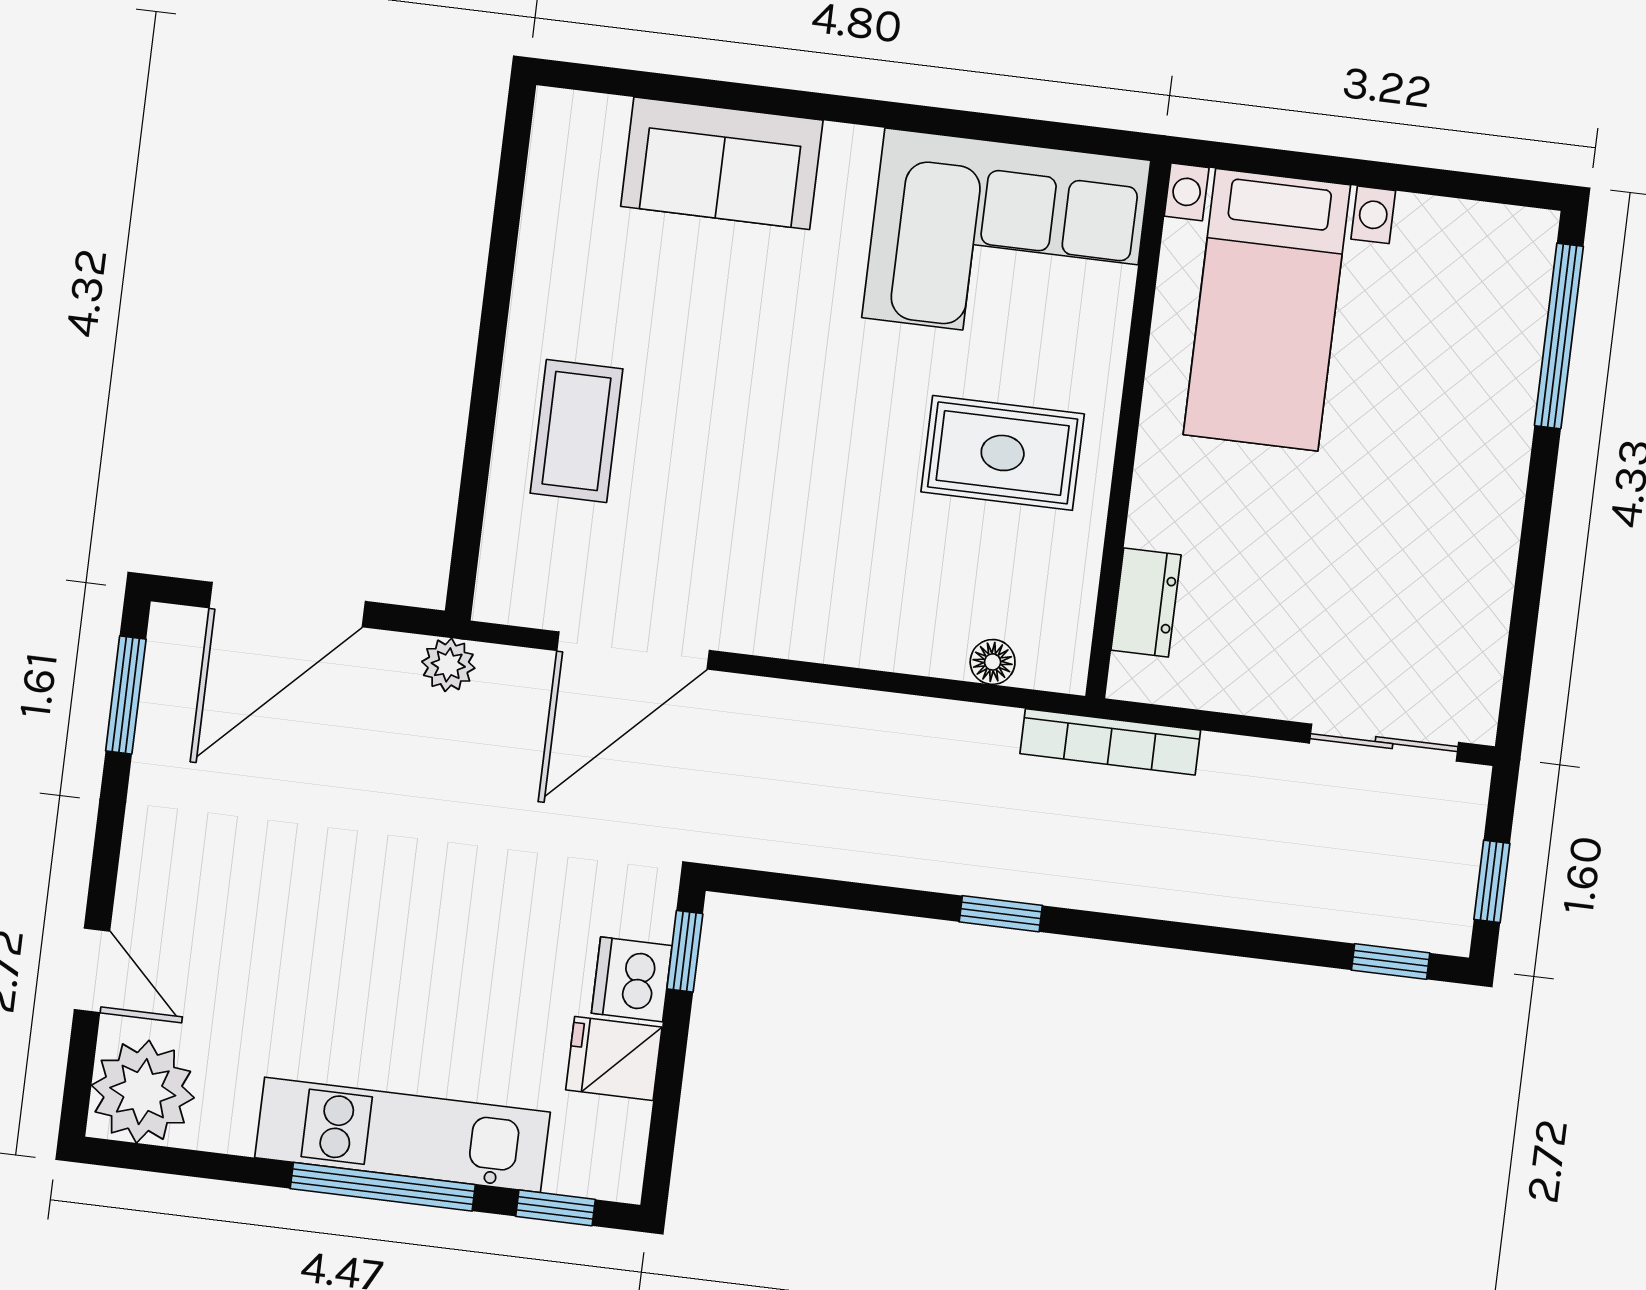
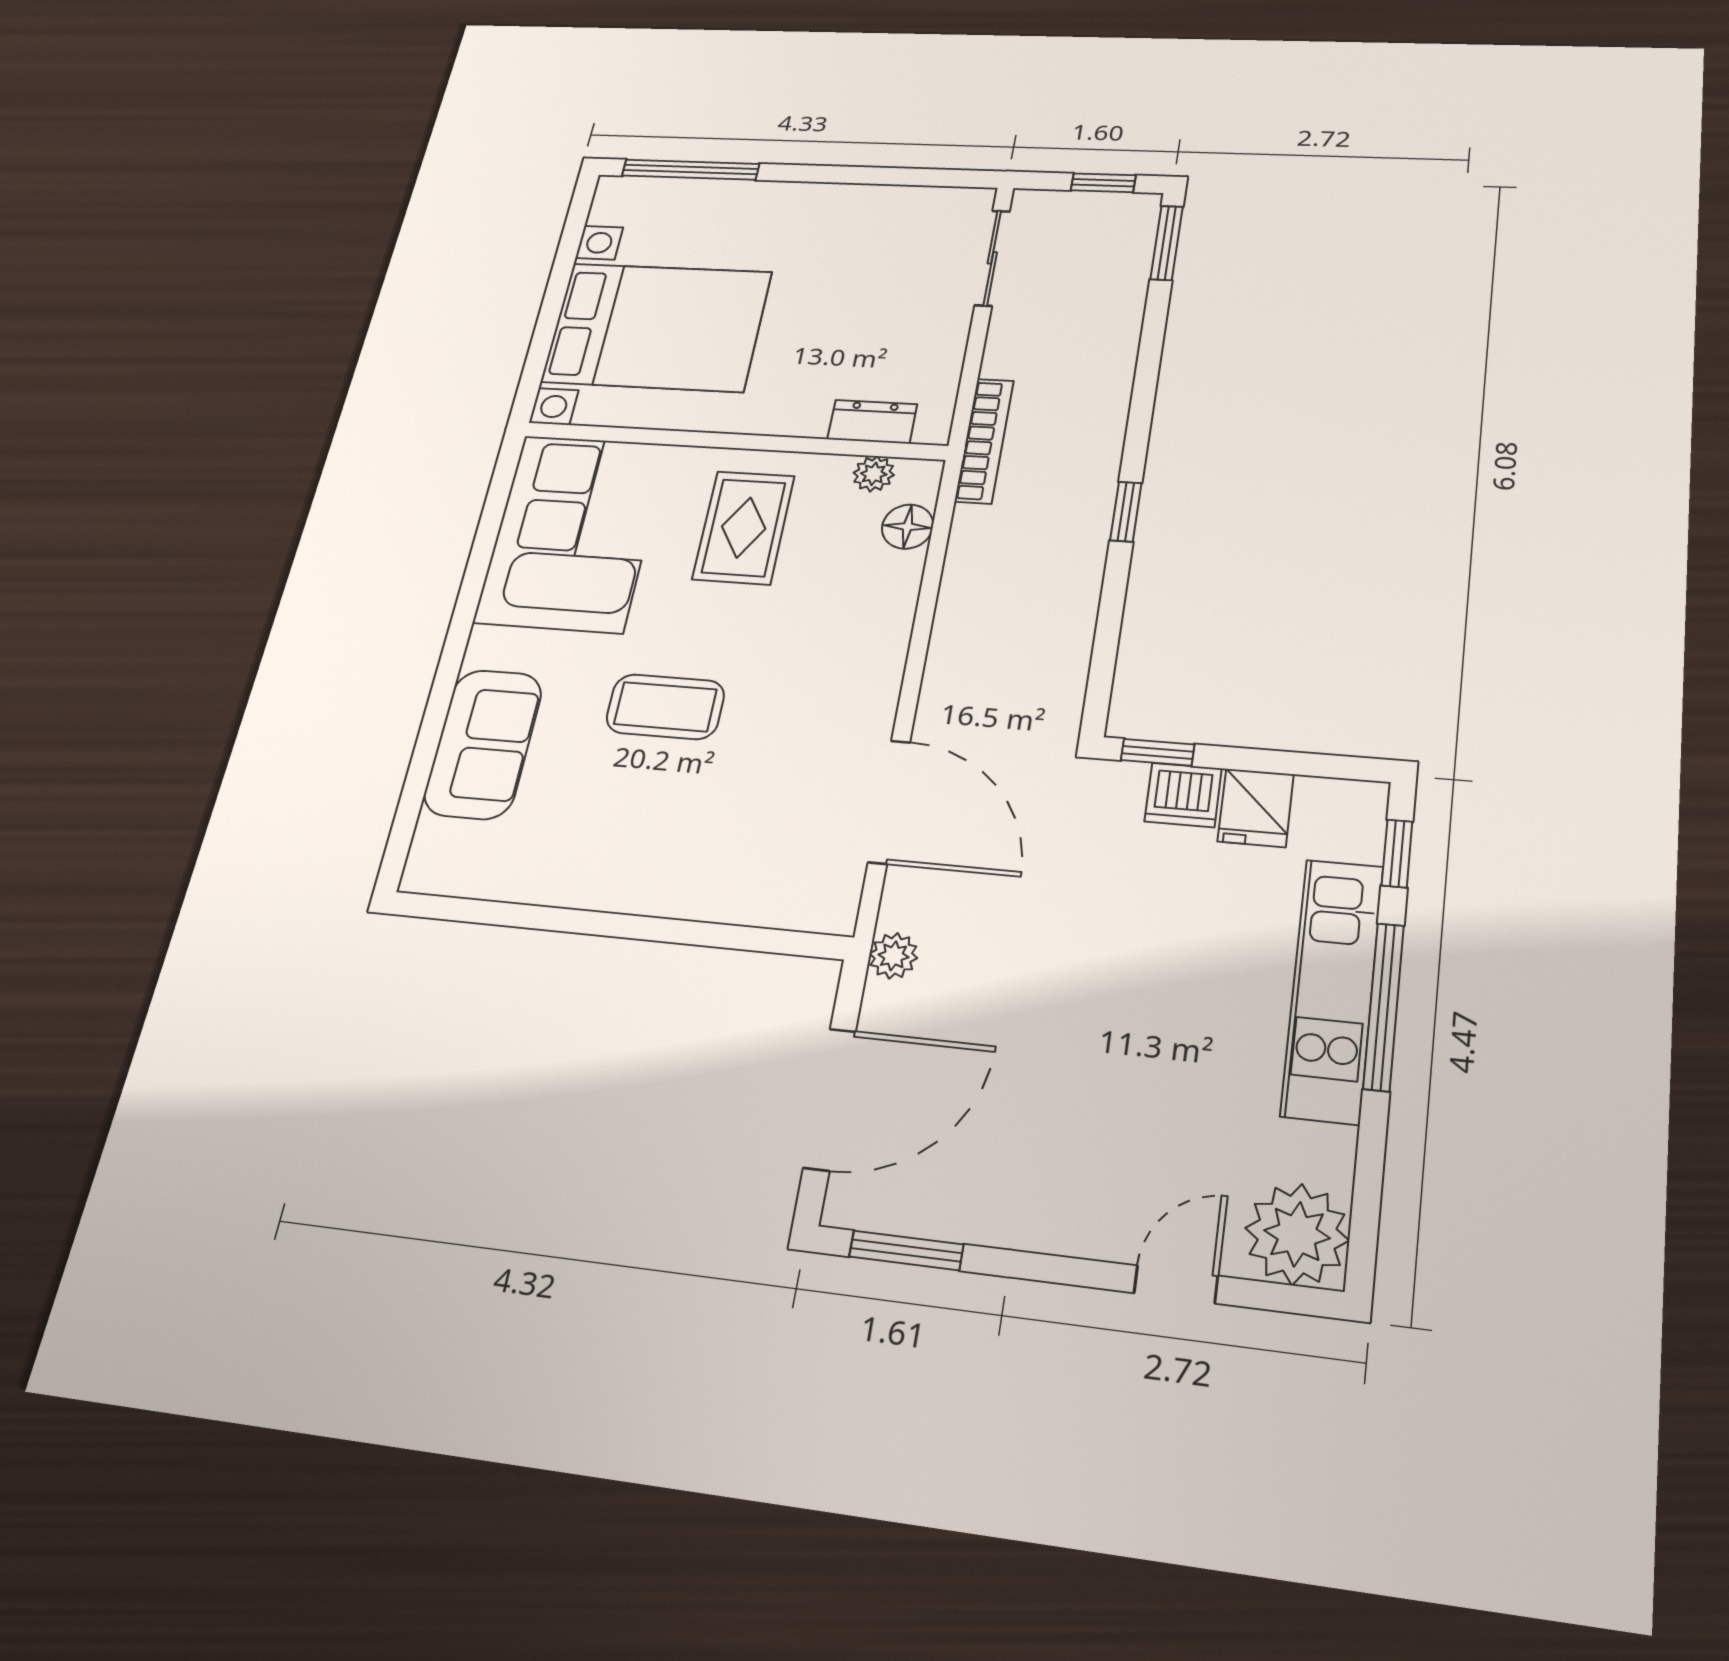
bed with nightstands: (1267, 310) -> (657, 327), width x1.36
coffee table: (577, 431) -> (665, 707), moved
door: (287, 605) -> (830, 1099), hinge flipped
plant: (1070, 608) -> (874, 474), added
floor lamp: (993, 662) -> (908, 527), width x1.37, depth x1.37
window: (1391, 962) -> (1167, 243), width x1.50

